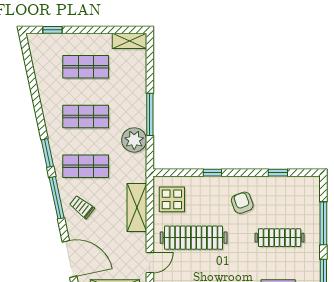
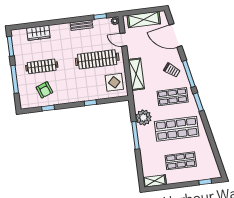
shop shelf: (86, 117) -> (177, 129), width x1.43, depth x1.36
armchair: (242, 203) -> (44, 90), moved
door: (150, 263) -> (123, 40), hinge flipped

